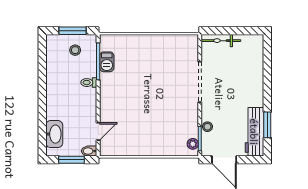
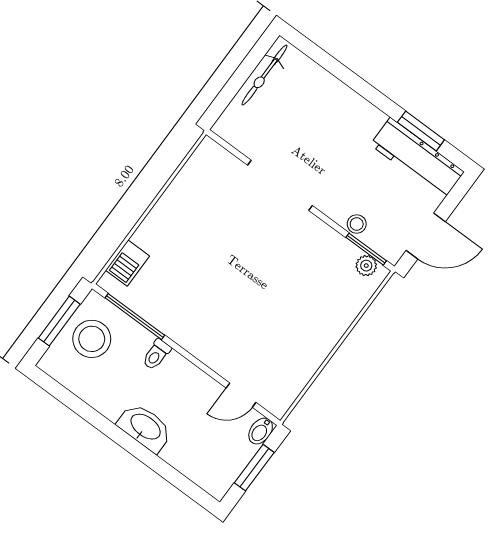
bicycle: (221, 41) -> (264, 75), moved
stool: (75, 50) -> (92, 339), width x1.89, depth x1.89
barbecue: (107, 62) -> (128, 263), moved, turned 90
door: (98, 131) -> (241, 395), swing flipped
washbasin: (54, 134) -> (145, 427), moved

